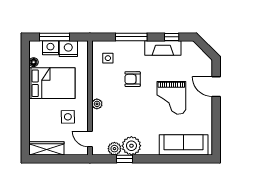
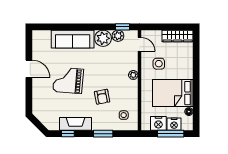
window: (131, 37) -> (103, 134), width x0.69
armchair: (133, 79) -> (102, 97), turned 79
door: (216, 87) -> (29, 69), moved
grand piano: (171, 98) -> (68, 80), turned -85
sofa: (184, 145) -> (73, 39), moved
window: (125, 159) -> (123, 27), moved

